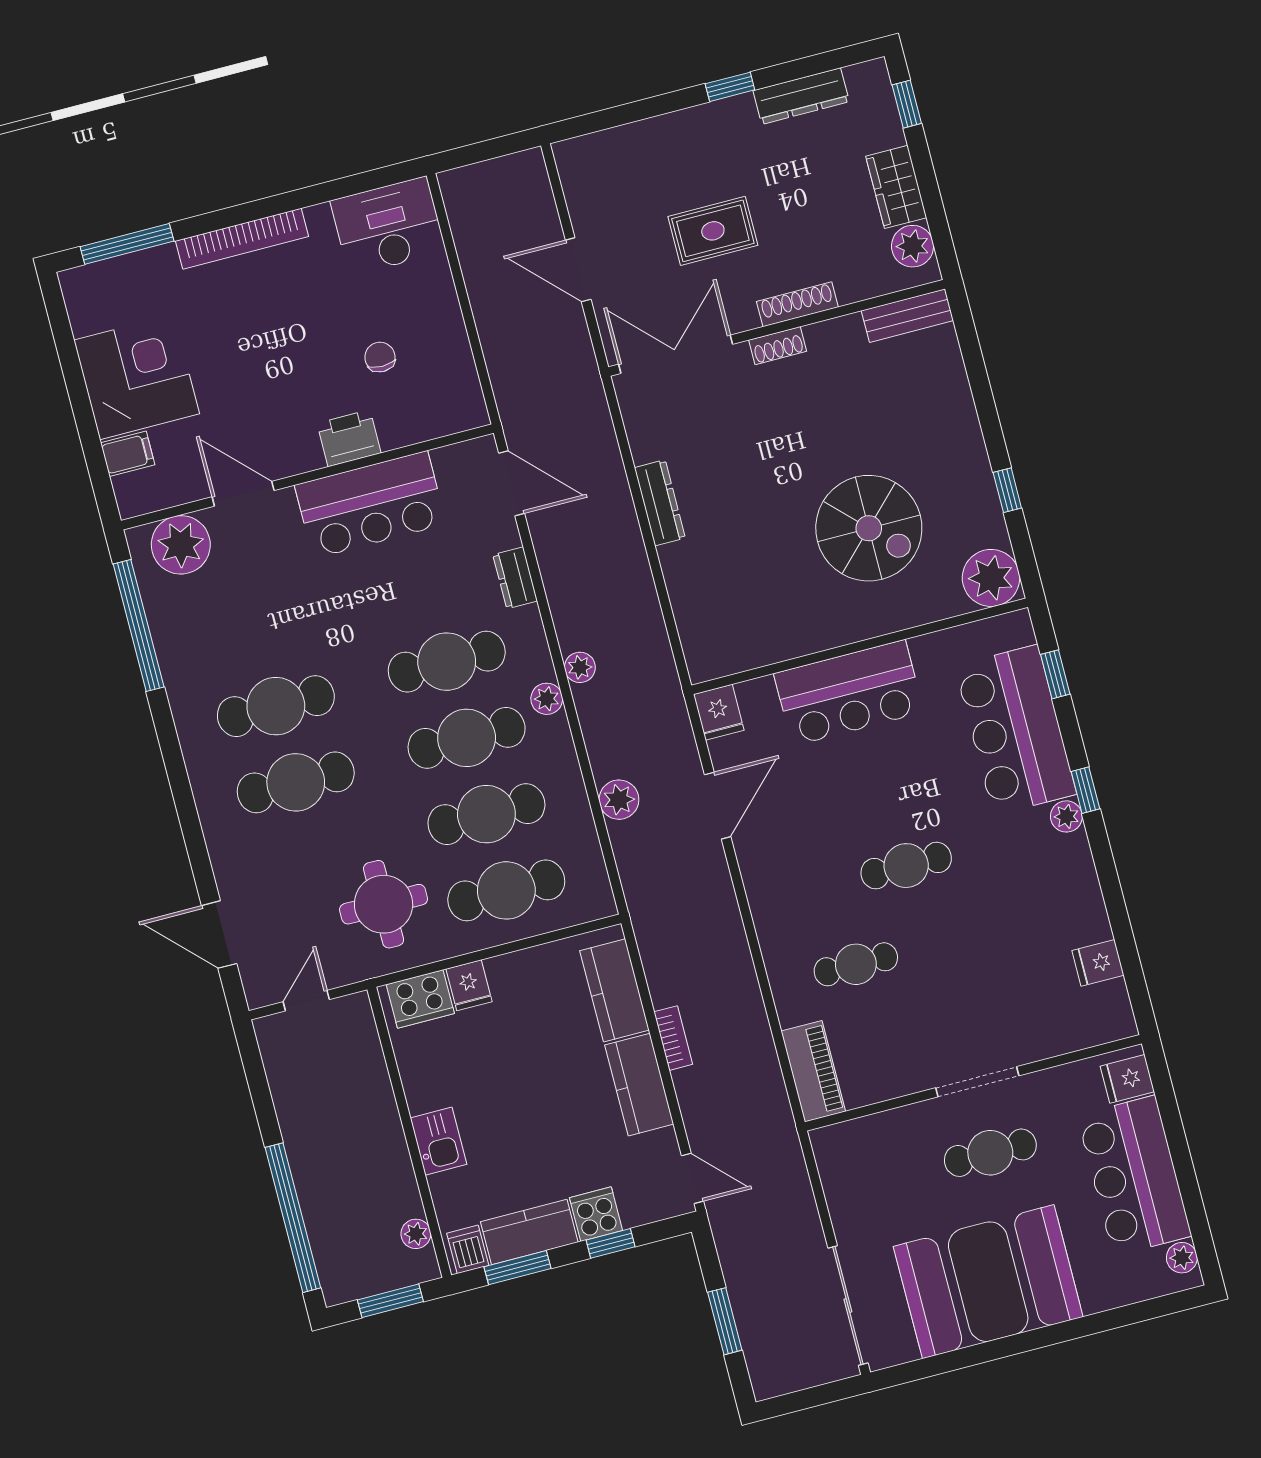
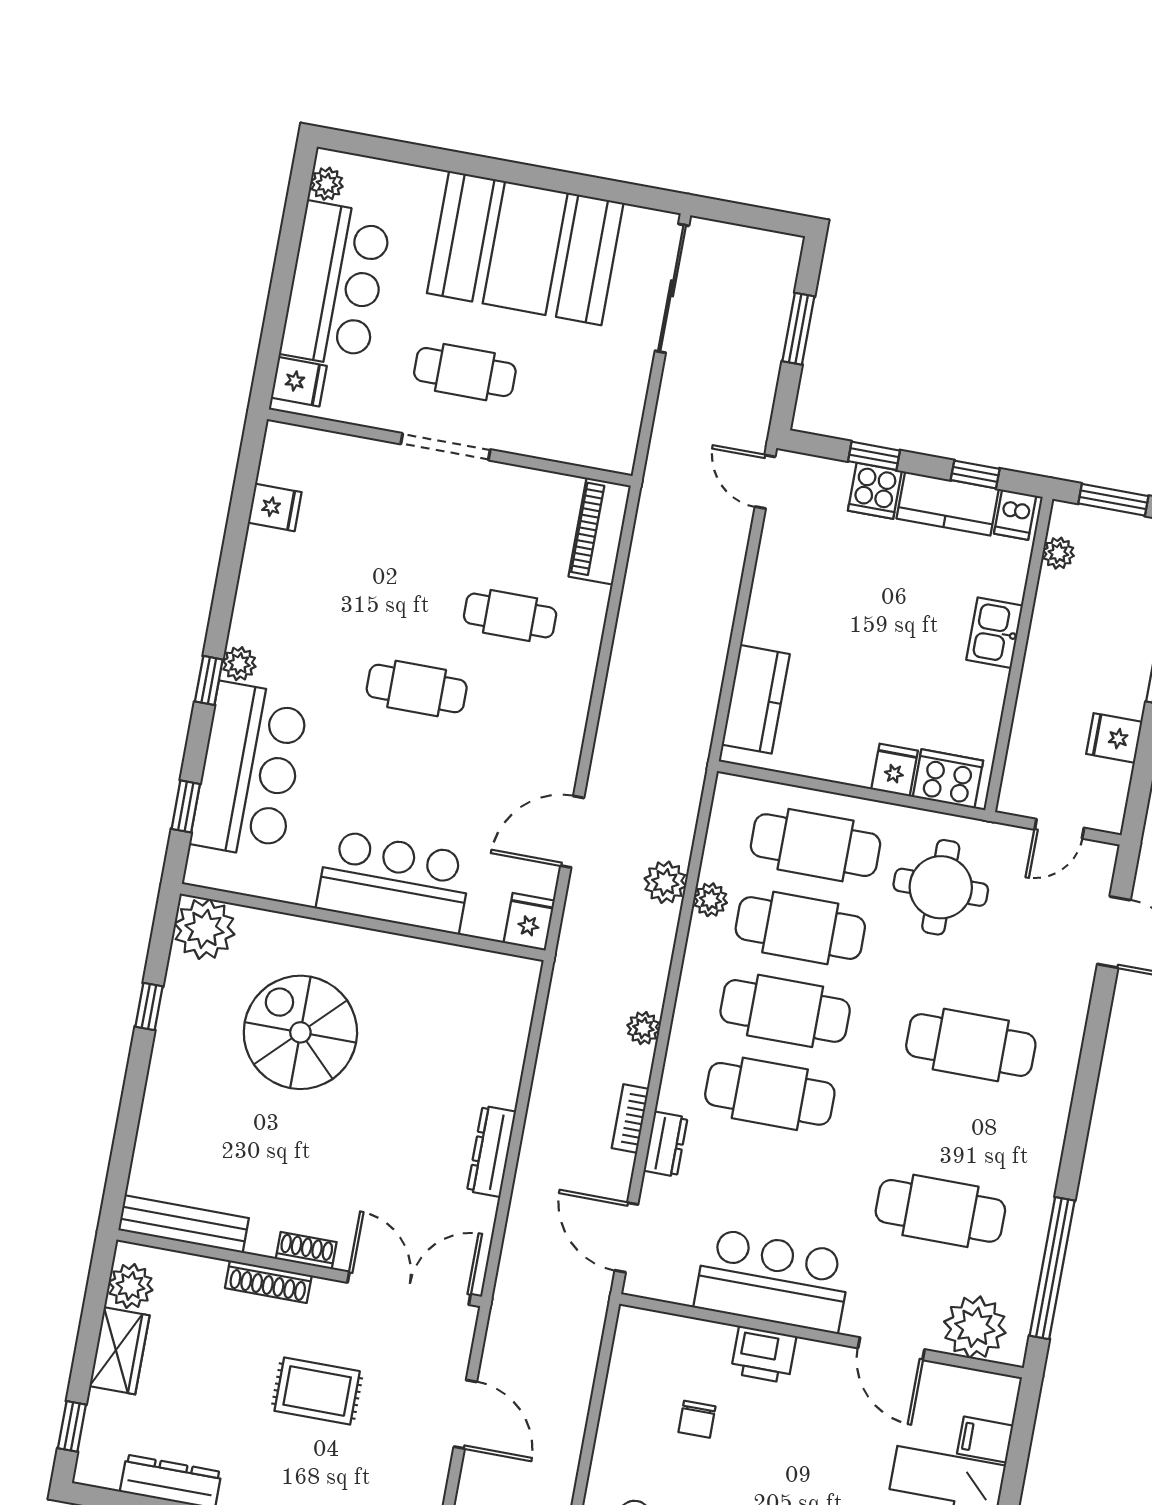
bench: (907, 316) -> (183, 1224), width x1.36
double door: (676, 354) -> (409, 1288), swing flipped
plant: (547, 699) -> (710, 900), moved
cafe table: (276, 706) -> (940, 1211), moved
bookcase: (673, 1038) -> (630, 1118), moved
kitchen counter: (639, 1085) -> (774, 597), removed
fridge: (296, 1099) -> (1114, 738), added
window: (518, 1268) -> (975, 474), width x0.67

